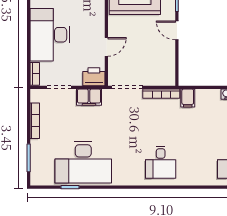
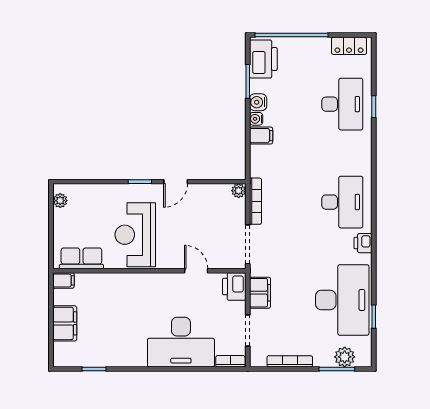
plant: (170, 80) -> (239, 191), added
filing cabinet: (188, 98) -> (261, 136), moved
desk: (161, 162) -> (342, 202), width x1.37
plant: (38, 164) -> (345, 357), added
printer: (128, 179) -> (363, 243), added

